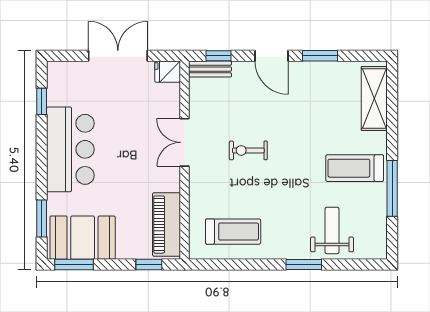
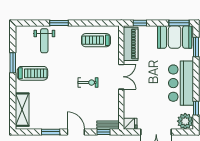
plant: (62, 76) -> (185, 121), added
double door: (185, 142) -> (121, 77), moved
window: (392, 188) -> (13, 63), width x0.69

